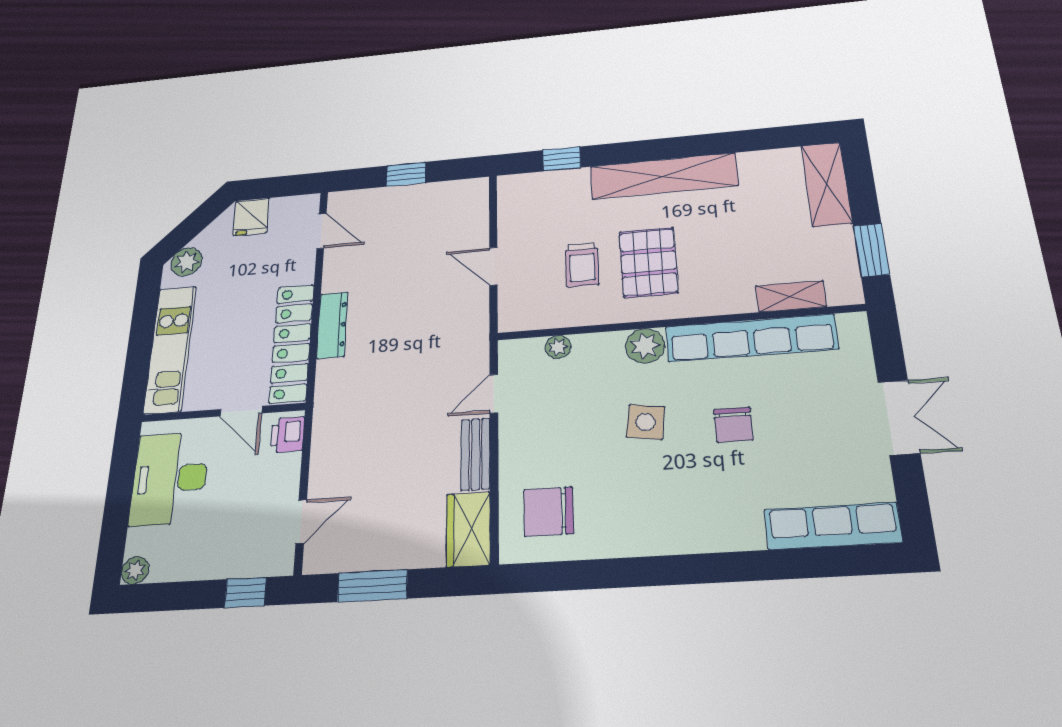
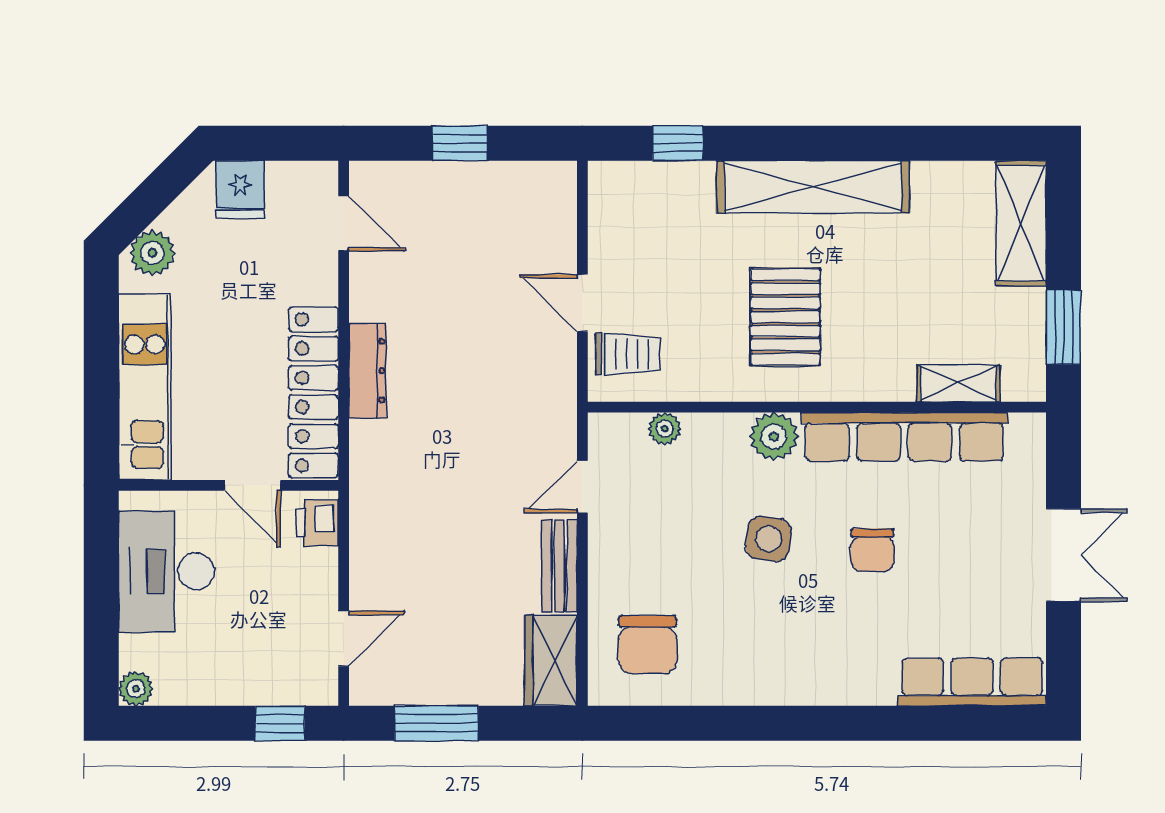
trolley: (582, 265) -> (628, 354), moved, turned -90
chair: (549, 511) -> (648, 645), turned -90

